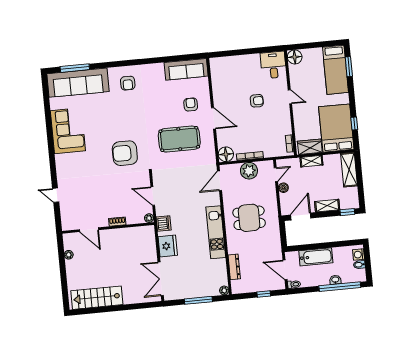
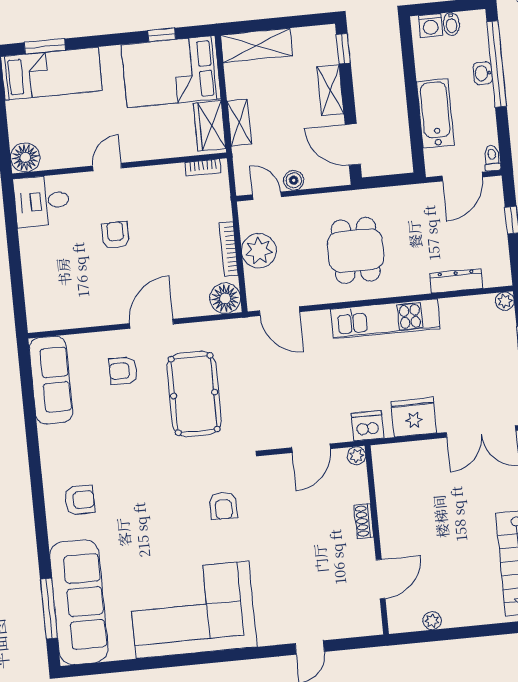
corner sofa: (68, 131) -> (193, 610), width x1.36, depth x1.36
armchair: (125, 153) -> (223, 506), width x0.53, depth x0.53

